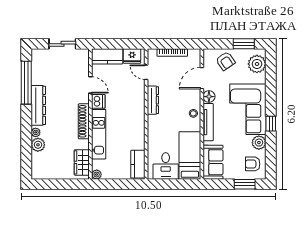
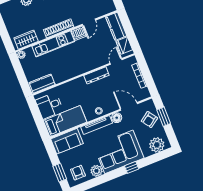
window: (244, 44) -> (164, 117), moved
window: (271, 124) -> (132, 167), moved

